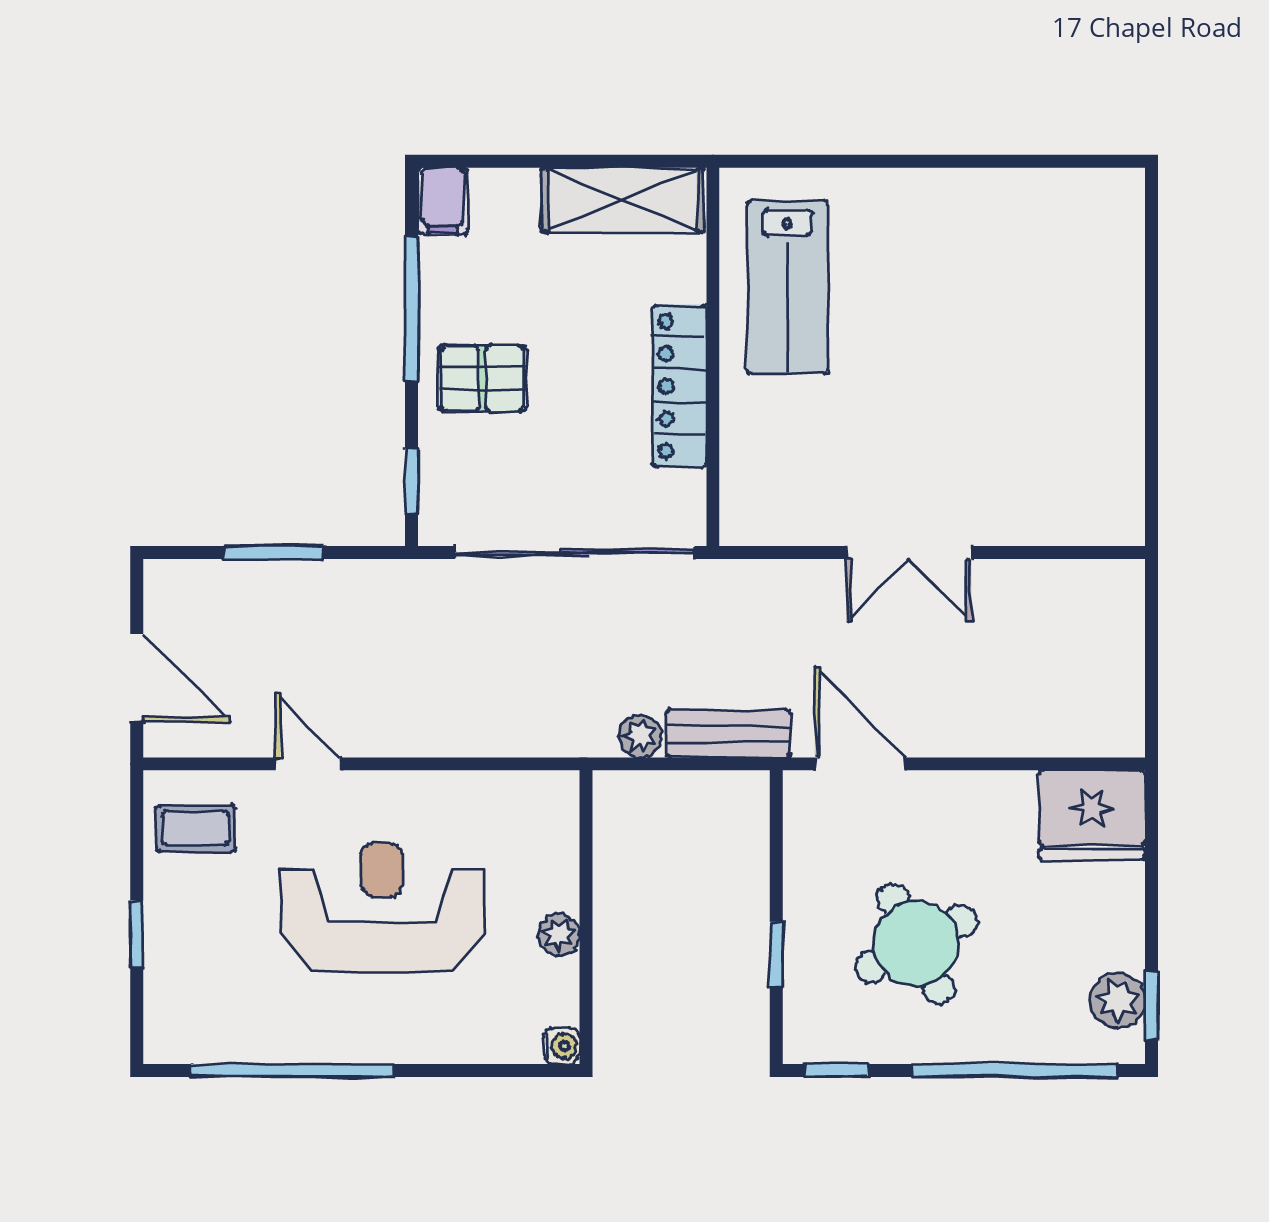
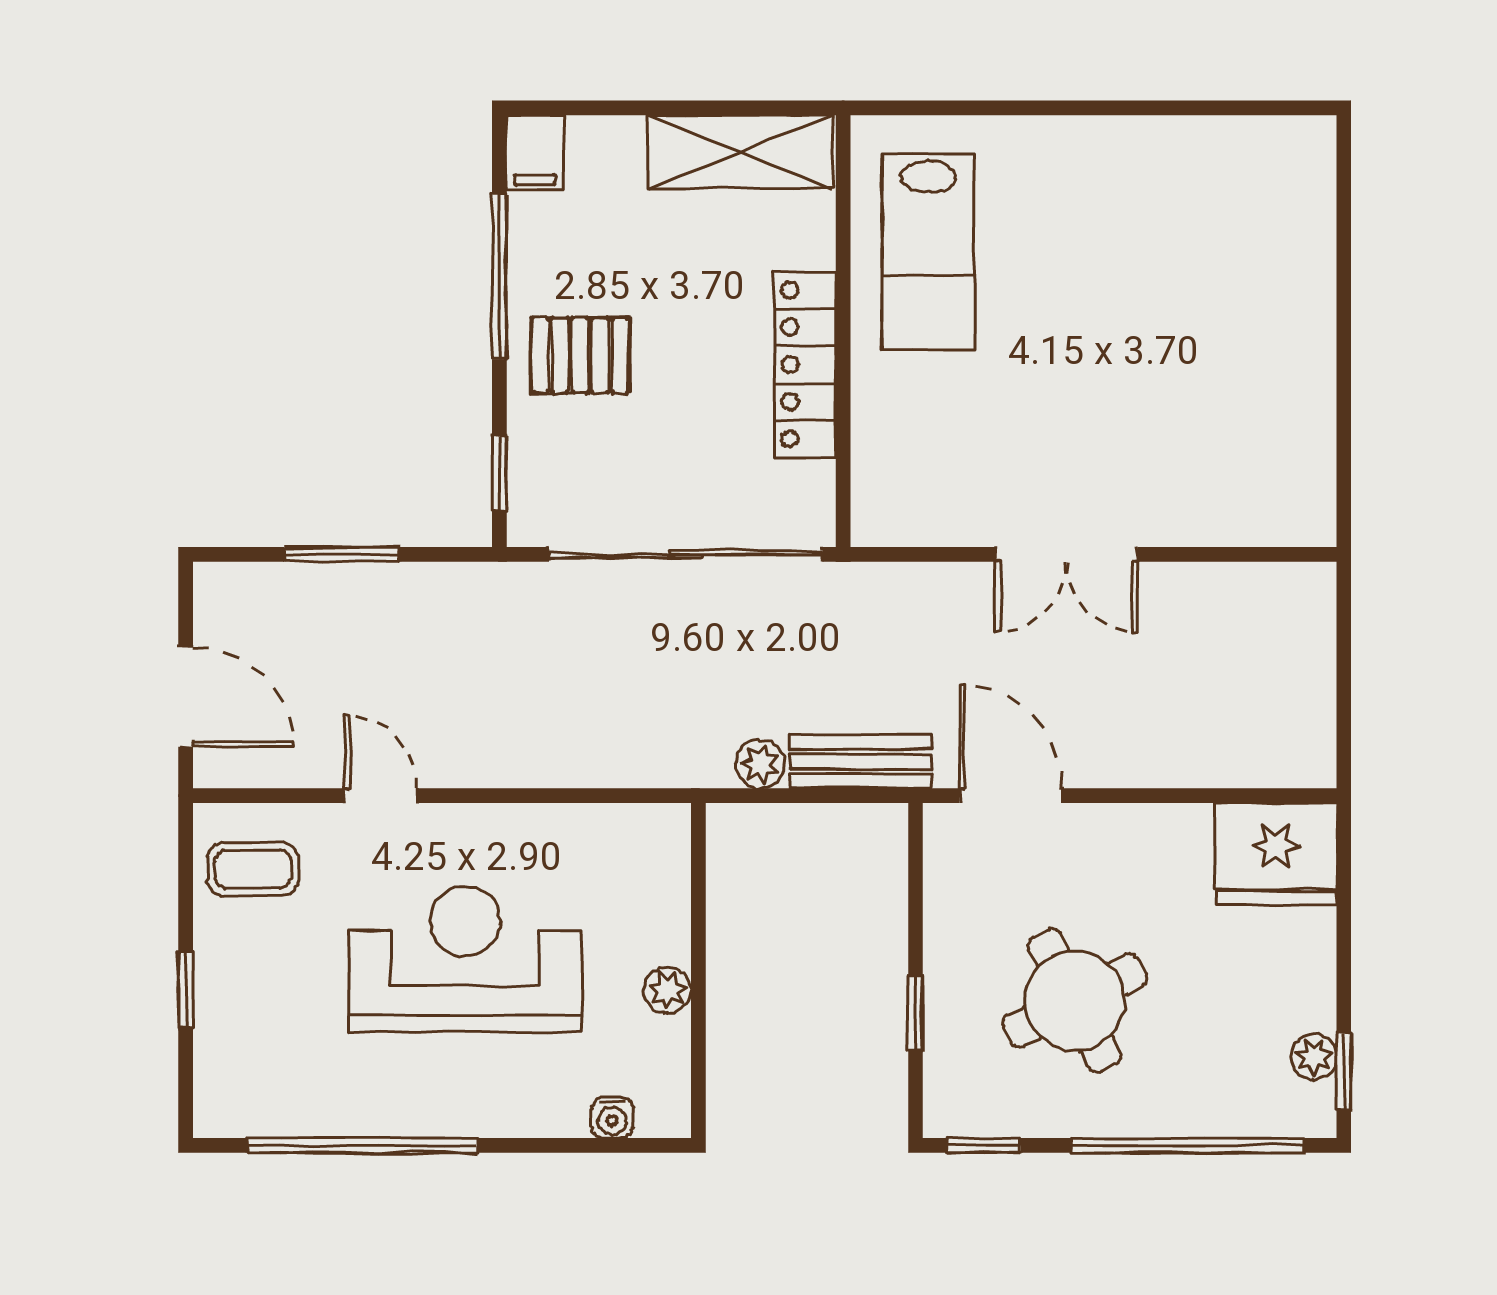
plant: (1118, 1000) -> (1314, 1057), width x0.73, depth x0.73
water cooler: (562, 1046) -> (612, 1117), moved, turned 90

